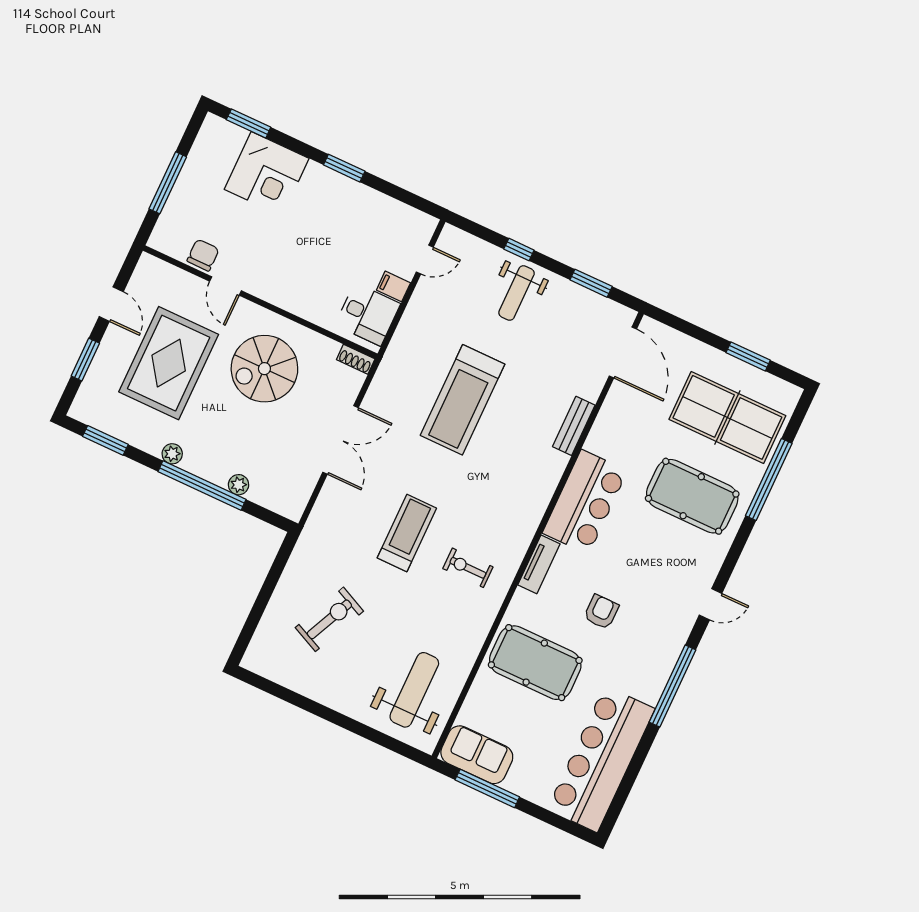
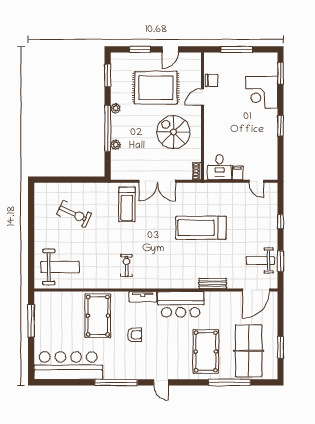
weight bench: (517, 293) -> (260, 261), moved
treadmill: (407, 533) -> (127, 204), moved, turned 90
sofa: (477, 755) -> (44, 309), removed

